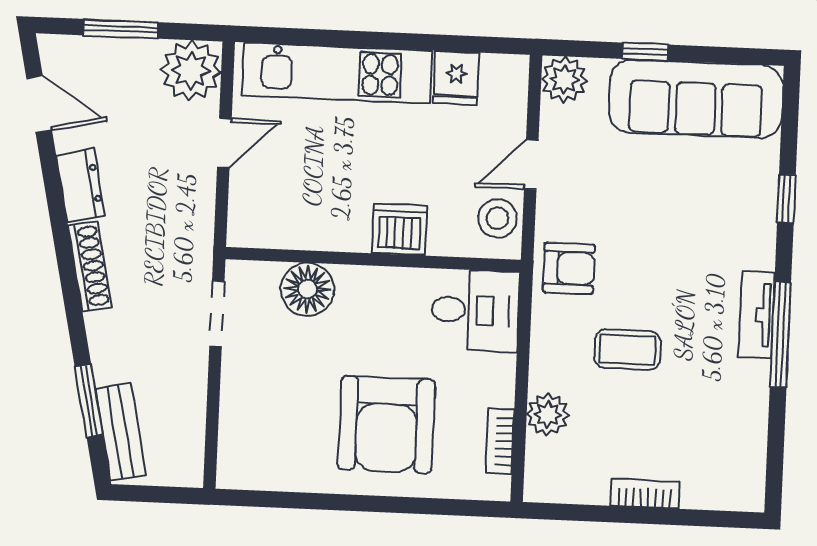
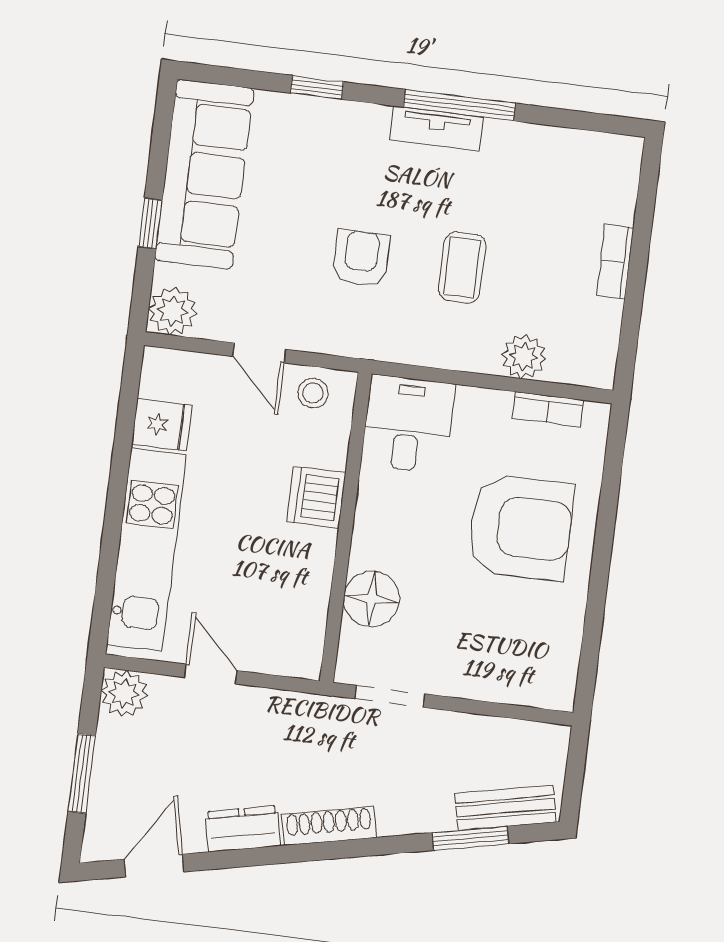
plant: (191, 71) -> (124, 694), width x0.73, depth x0.73
stool: (497, 218) -> (313, 393), width x0.73, depth x0.73
armchair: (569, 268) -> (361, 258), moved

